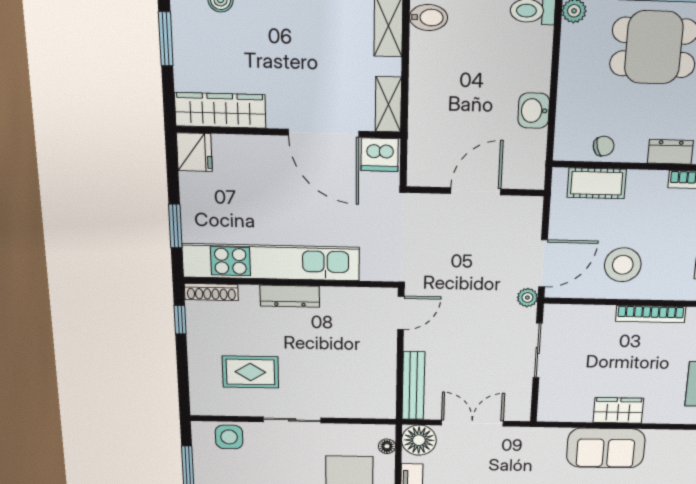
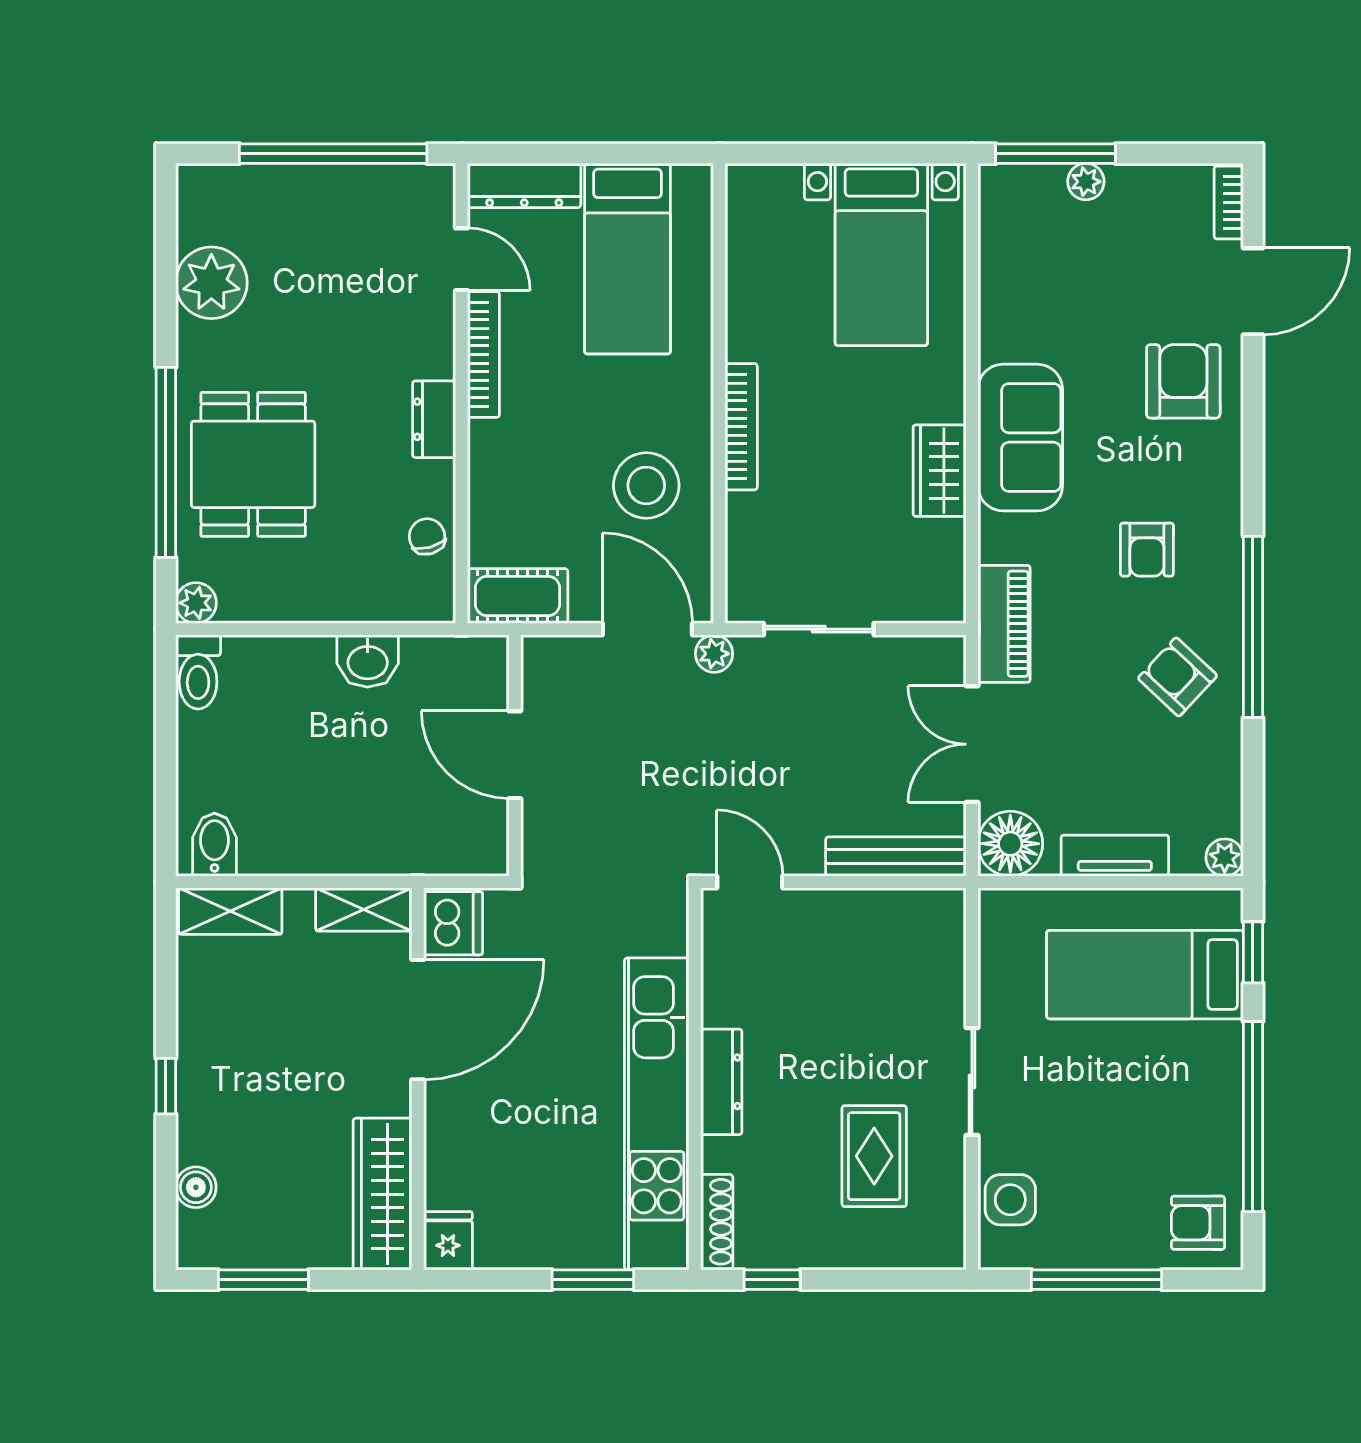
fridge: (194, 152) -> (448, 1241), width x0.72
cot: (597, 183) -> (518, 596), moved, turned 90
piano: (535, 439) -> (1004, 624), added
floor lamp: (387, 446) -> (1025, 904), removed
sofa: (606, 448) -> (1020, 438), moved

